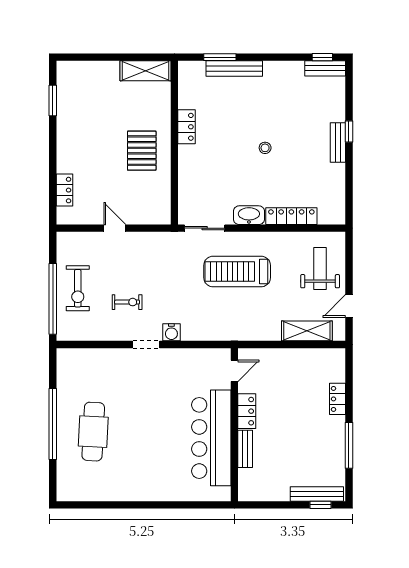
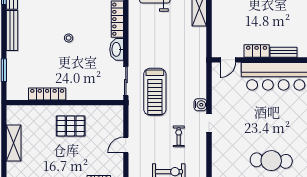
bench: (234, 69) -> (12, 31), moved
shelving: (145, 71) -> (14, 143), moved
locker: (187, 127) -> (47, 94), width x1.53
treadmill: (237, 272) -> (155, 92), moved
door: (234, 371) -> (228, 60), swing flipped

